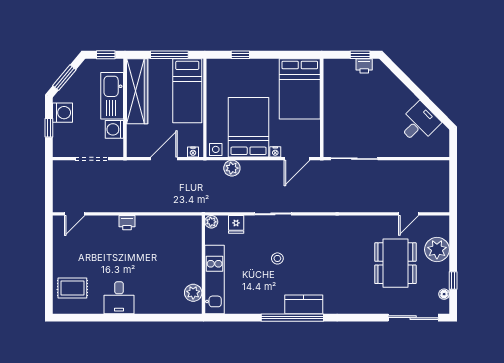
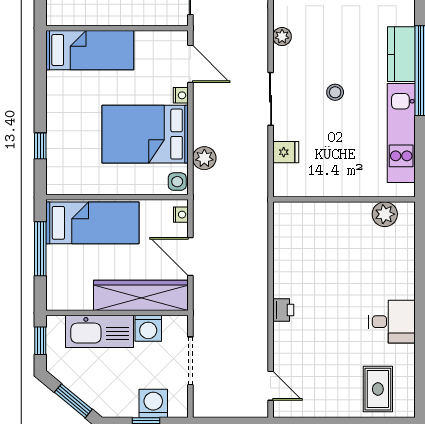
bed: (300, 89) -> (90, 50), width x0.67
wardrobe: (137, 91) -> (141, 295), moved
washing machine: (63, 113) -> (153, 403), moved
plant: (211, 222) -> (282, 37), moved
kitchen unit: (215, 280) -> (401, 133), moved, turned -90

